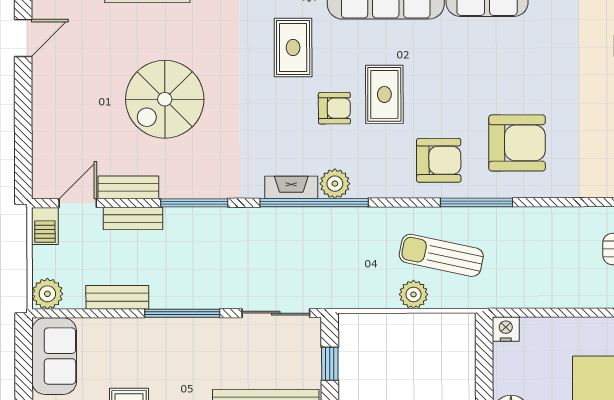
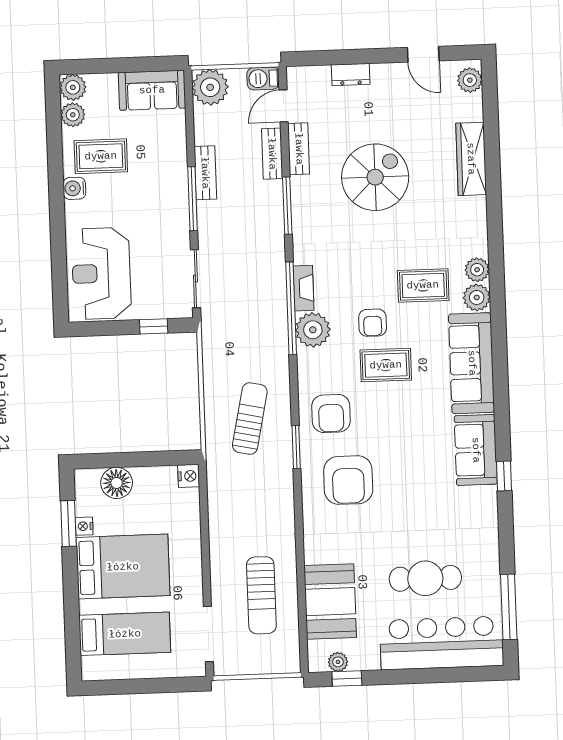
spiral stairs: (165, 99) -> (375, 177), turned 90
dresser: (44, 124) -> (351, 75), added
plant: (335, 184) -> (313, 330), width x1.36, depth x1.36
window: (477, 202) -> (296, 447), width x0.69
door: (78, 203) -> (284, 106), swing flipped
plant: (47, 294) -> (210, 87), width x1.36, depth x1.36
plant: (414, 294) -> (215, 396), removed
bench: (117, 297) -> (205, 173), moved

